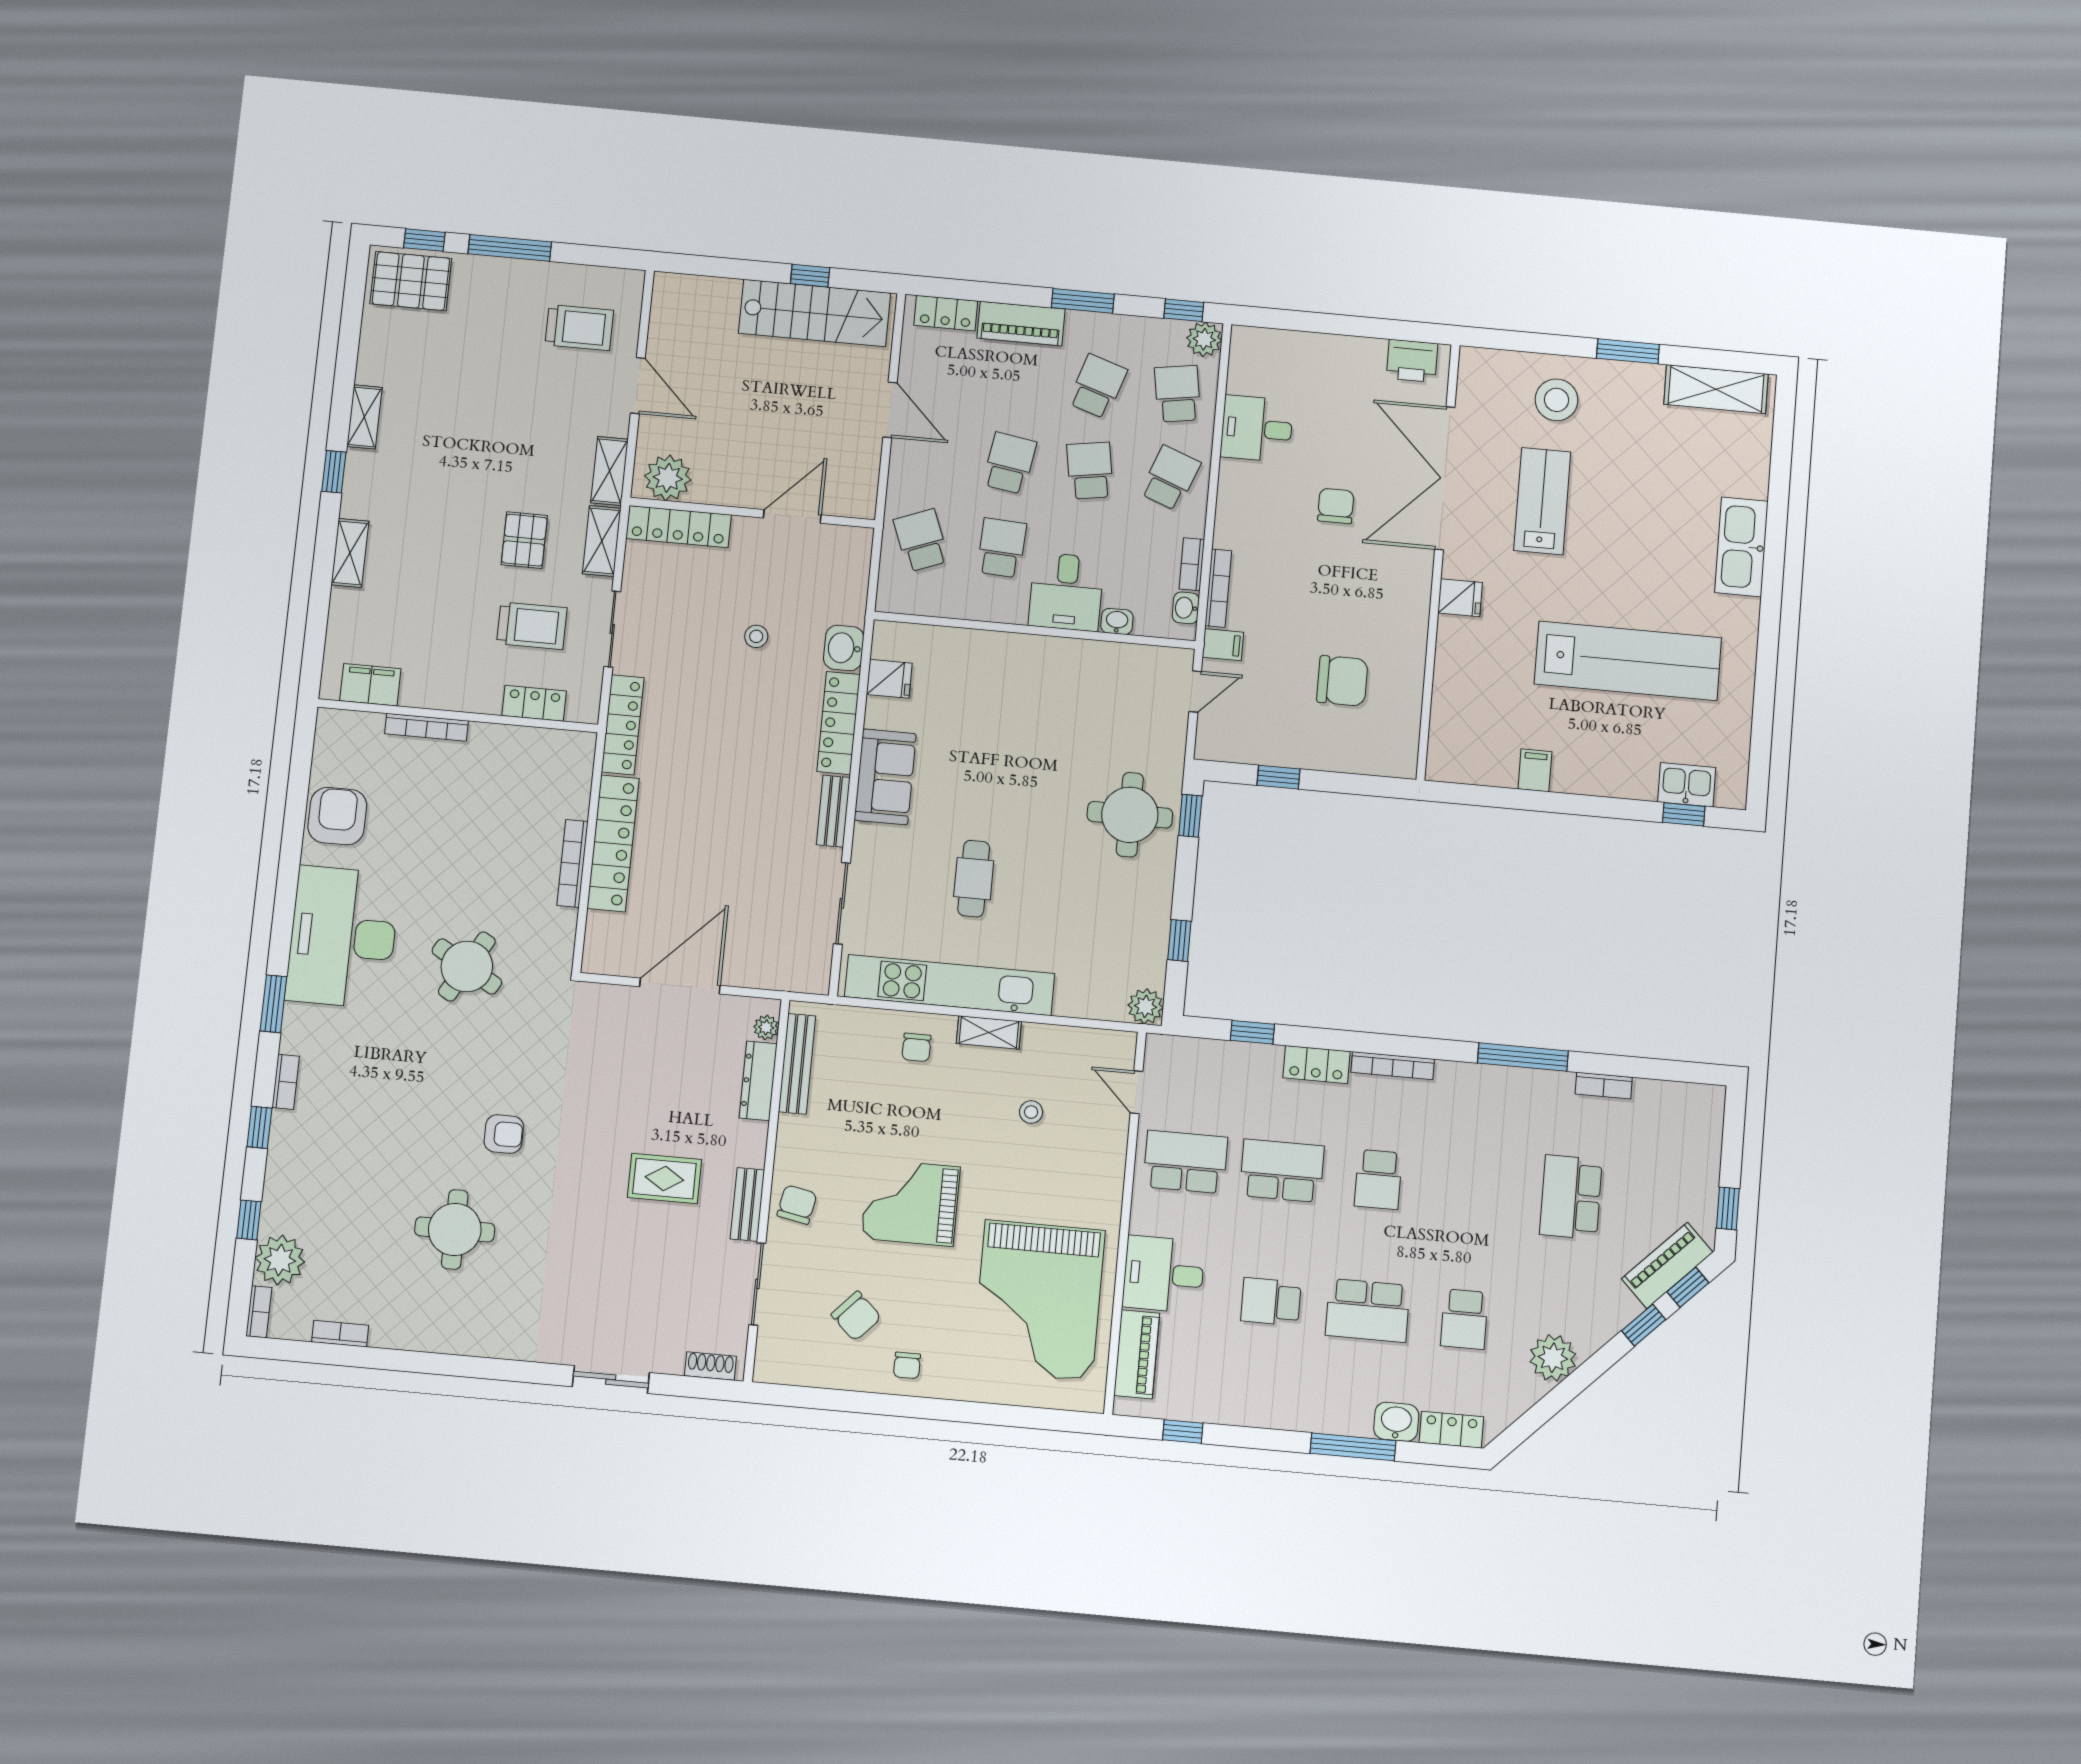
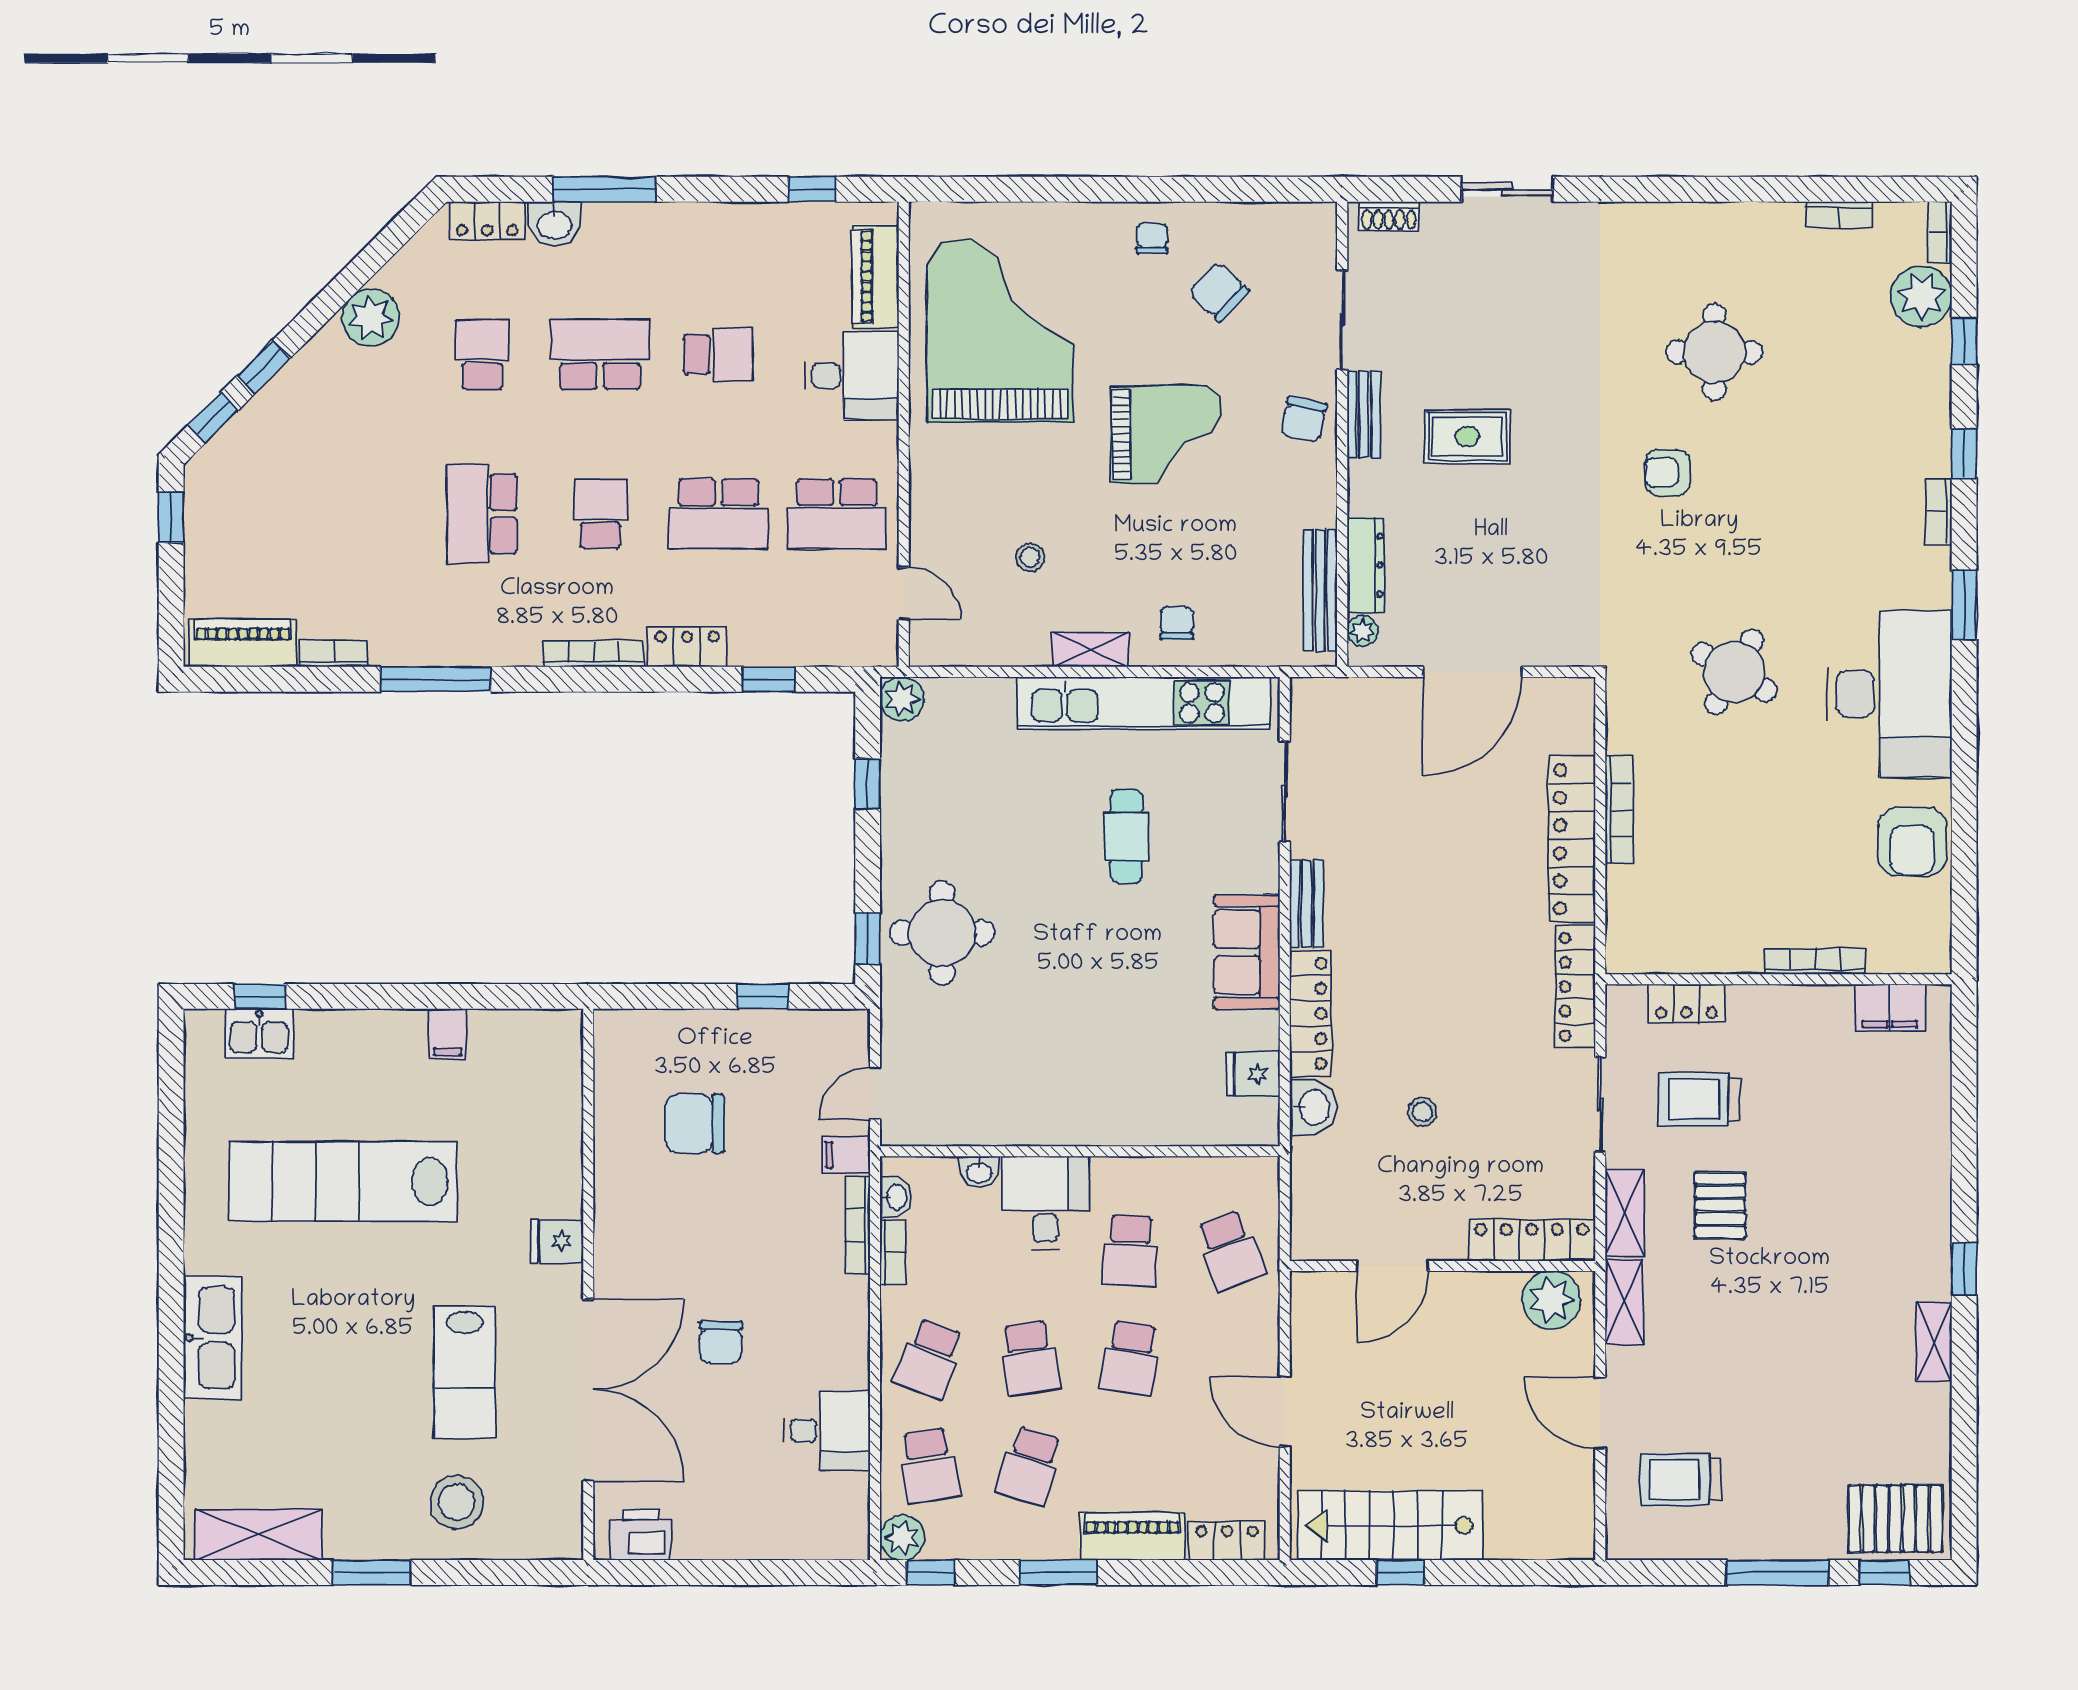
shelving: (350, 553) -> (1933, 1169), removed
school desk: (1571, 1197) -> (482, 514), moved, turned 180
piano: (1667, 1265) -> (243, 643), moved, turned -135

